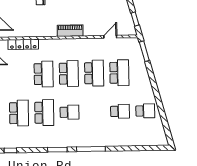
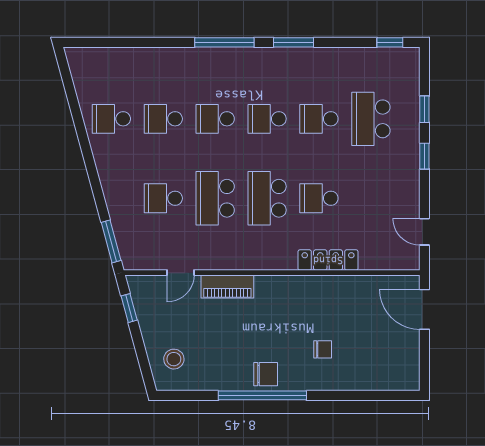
piano: (70, 31) -> (227, 286), moved
locker: (23, 44) -> (328, 260), moved
school desk: (119, 73) -> (163, 198), width x0.54
school desk: (44, 74) -> (319, 198), width x0.54
school desk: (95, 112) -> (215, 119), added
school desk: (44, 113) -> (319, 119), width x0.54

